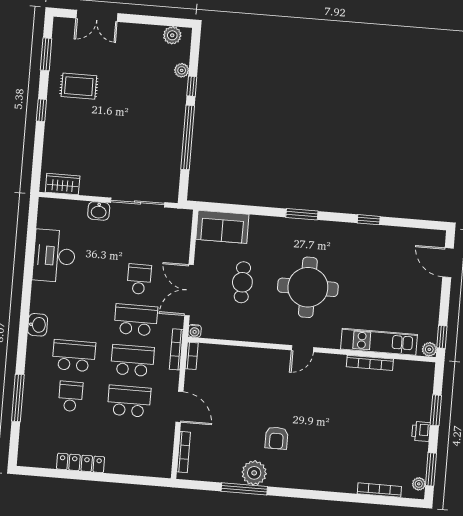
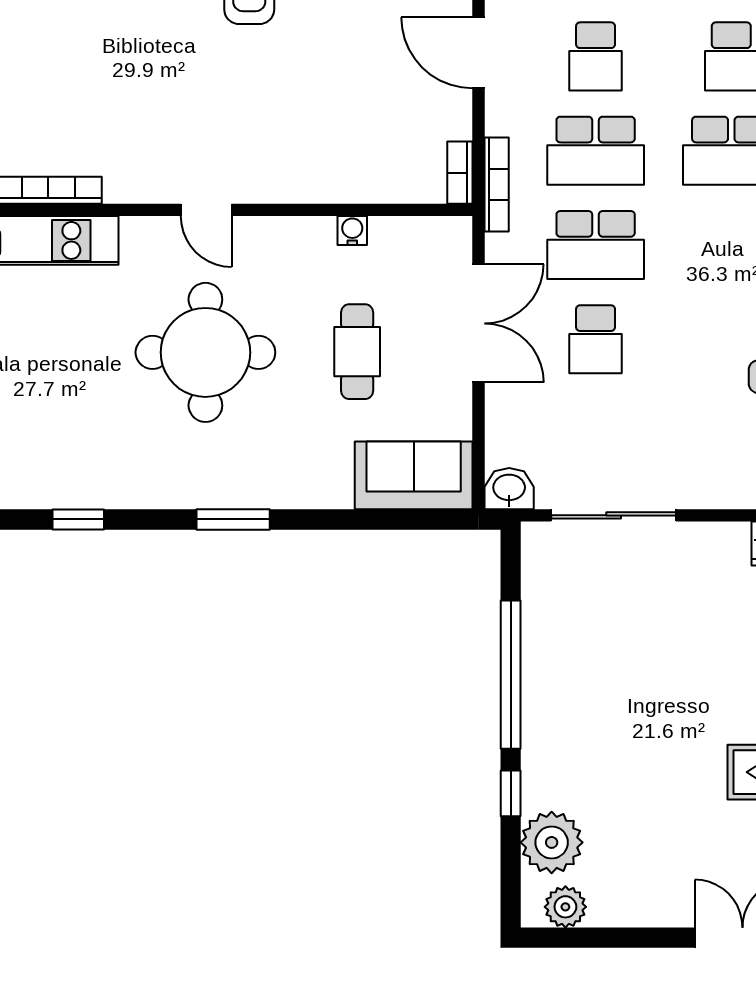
plant: (182, 70) -> (552, 842), width x1.87, depth x1.87
washbasin: (99, 211) -> (509, 489), moved
water cooler: (195, 331) -> (352, 231), moved
door: (302, 349) -> (206, 210), swing flipped
school desk: (129, 401) -> (596, 56), width x0.54

